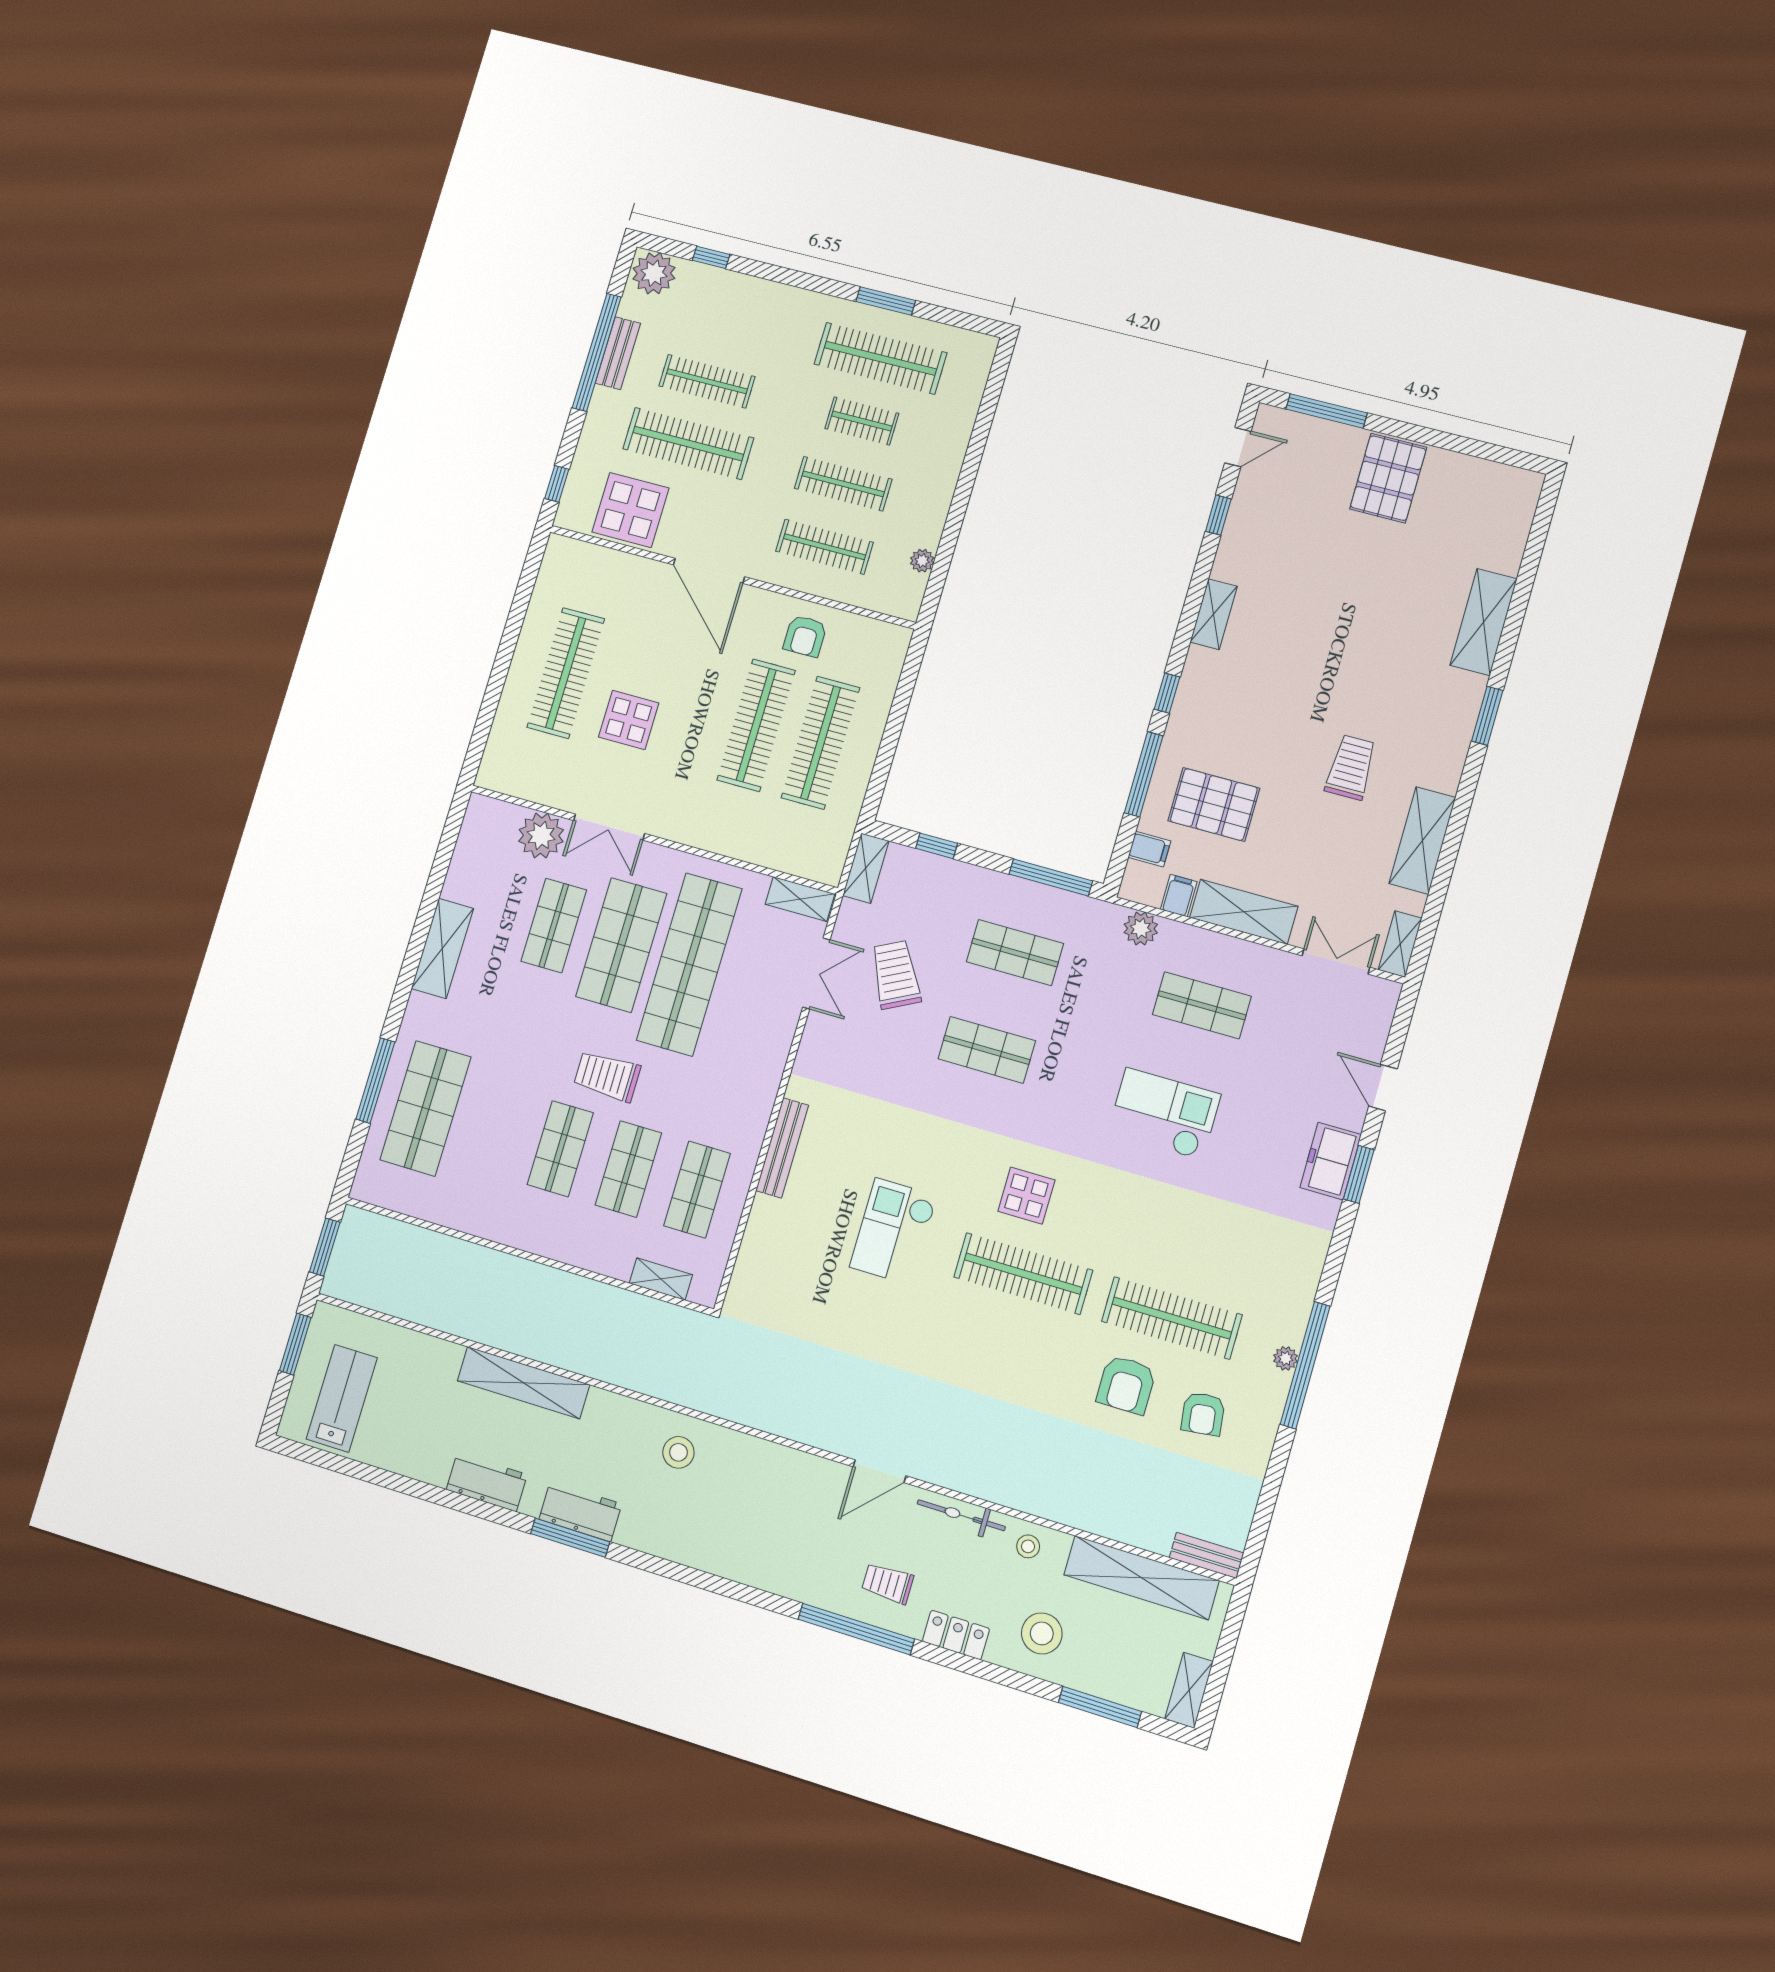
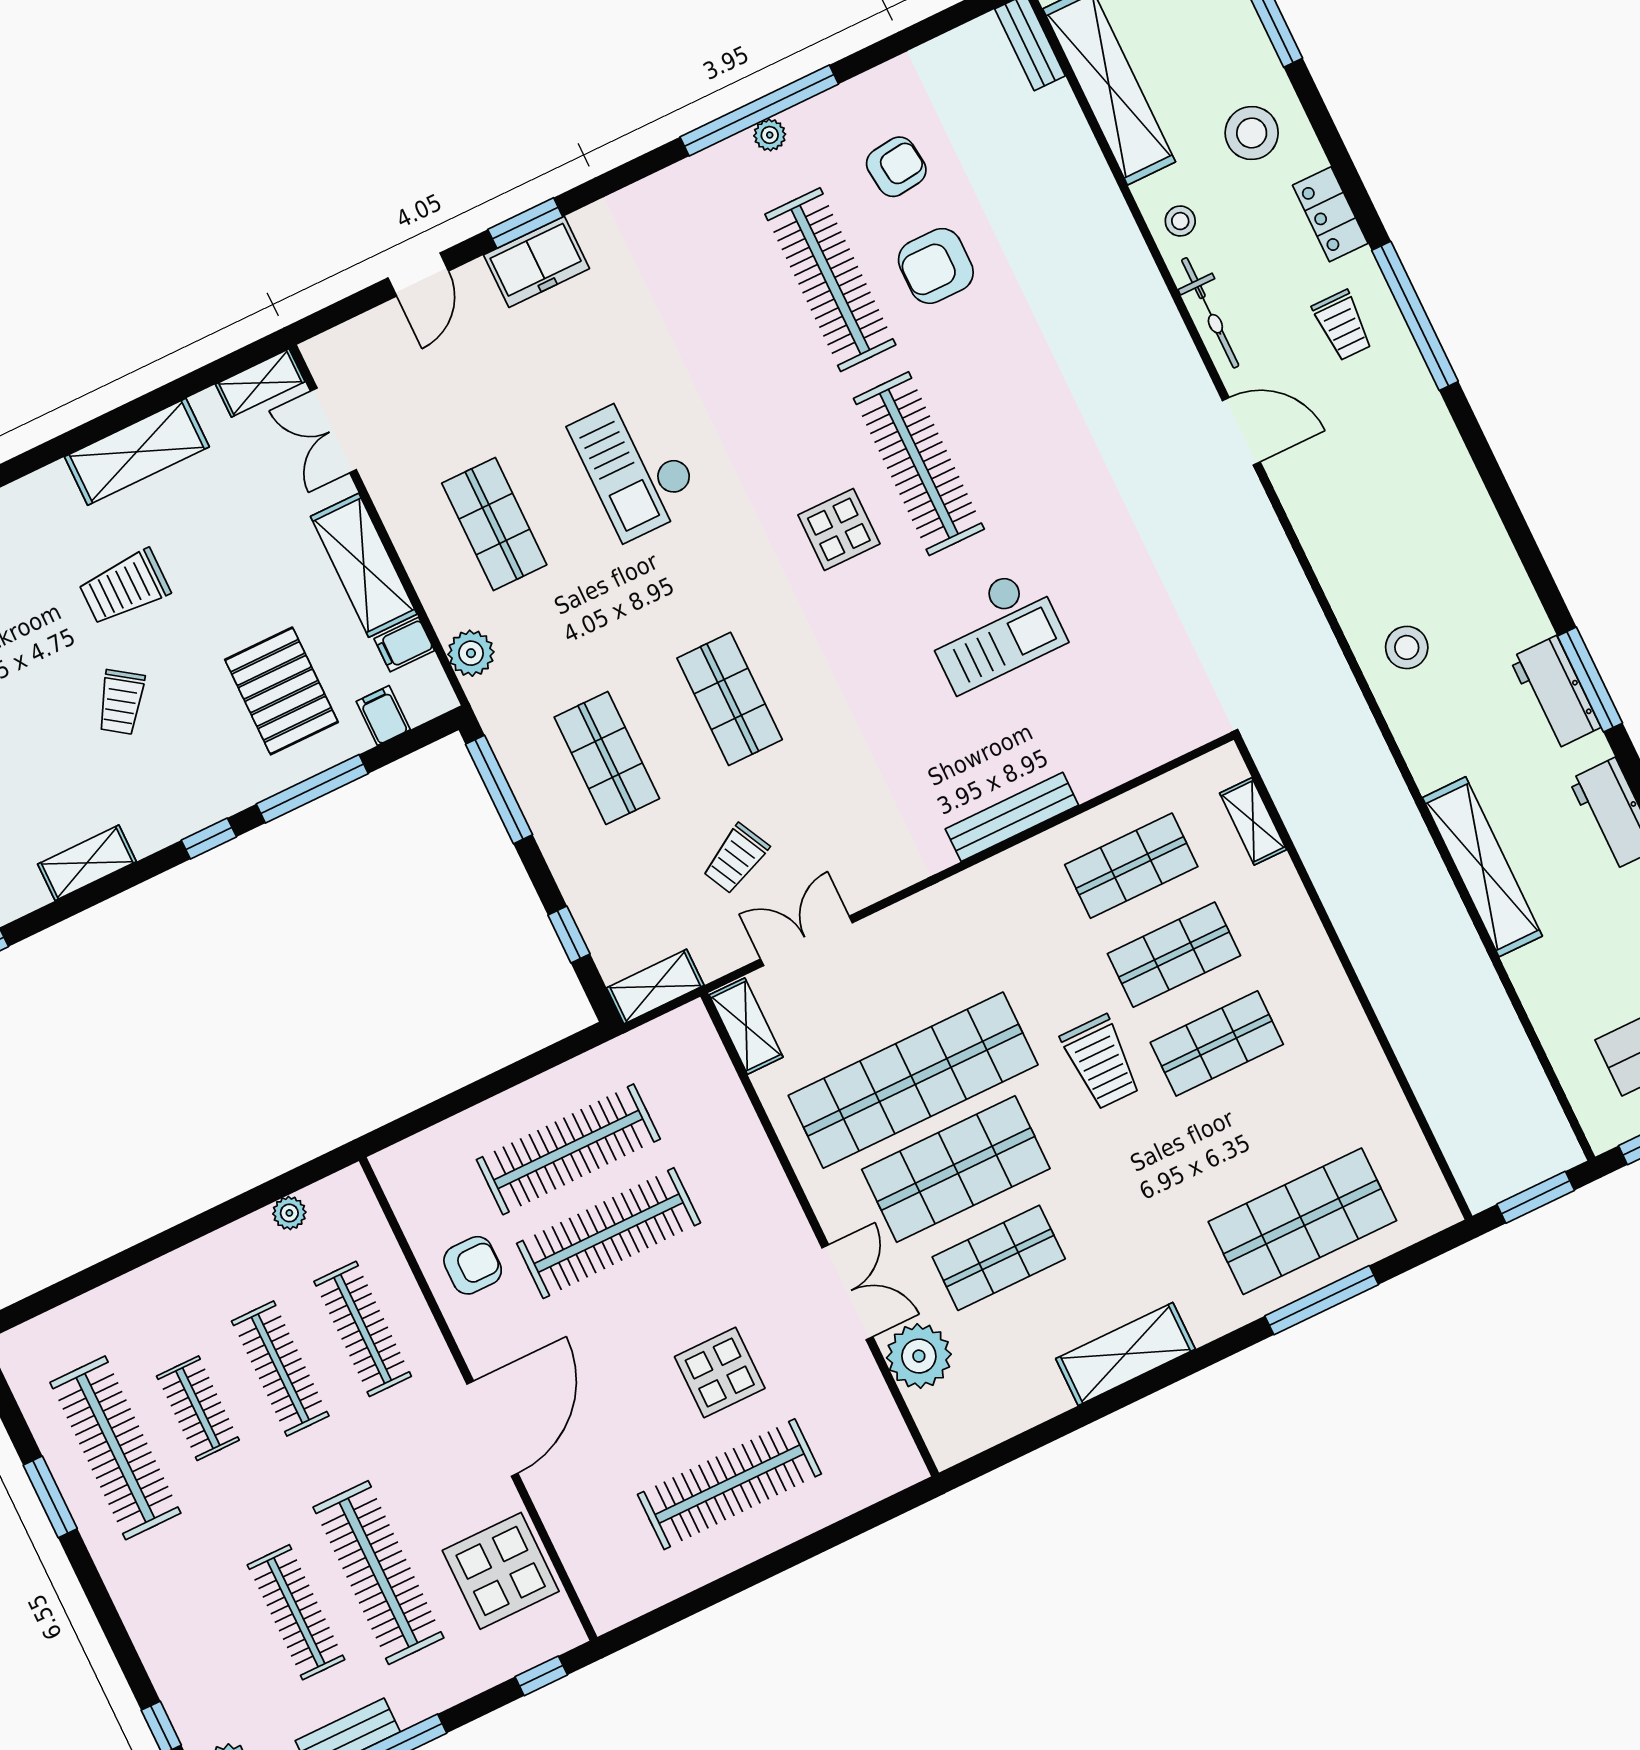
trolley: (1287, 710) -> (121, 702), added
trolley: (896, 975) -> (736, 859), width x0.73, depth x0.72
armchair: (1126, 1385) -> (936, 266), turned 180

